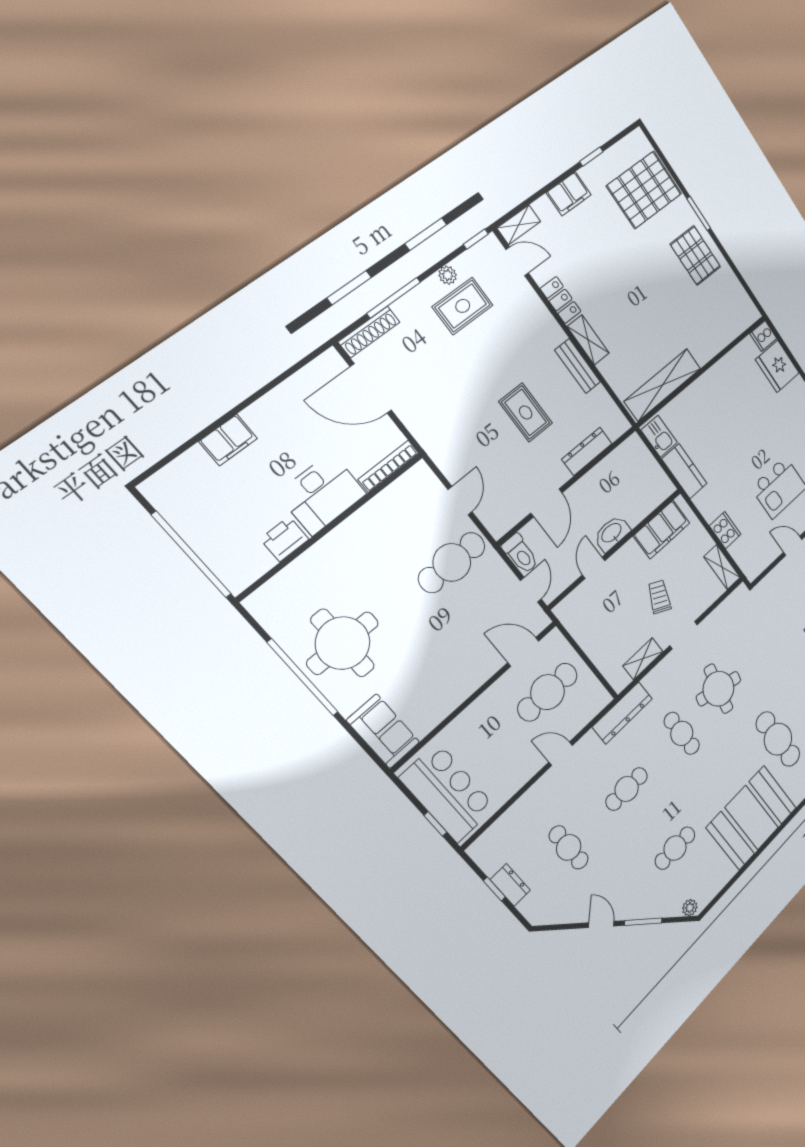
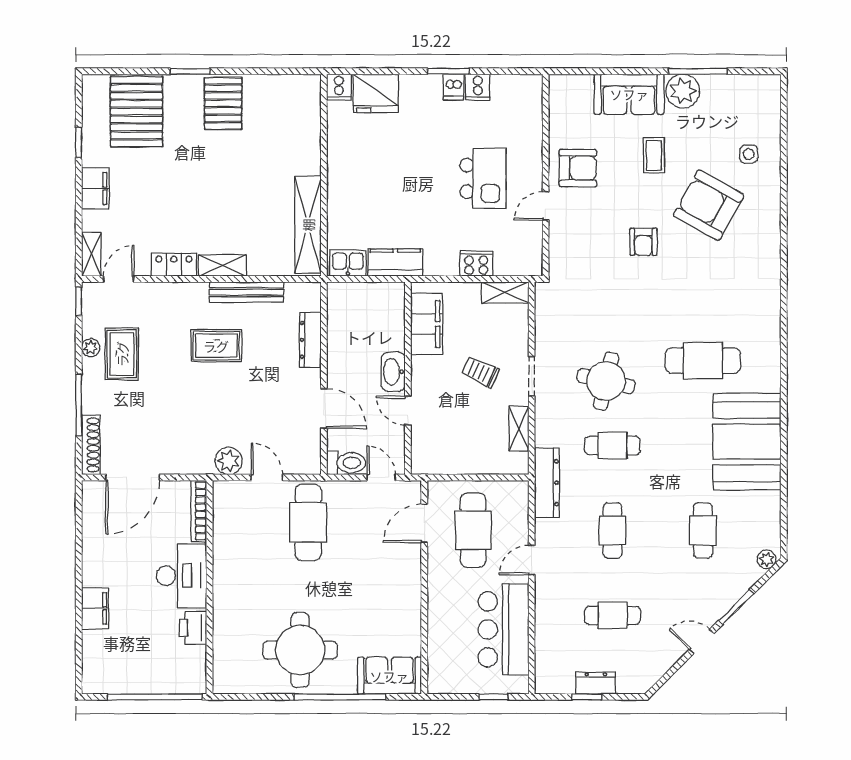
pallet: (695, 256) -> (223, 103), turned 90
bench: (578, 366) -> (246, 292), width x1.36
rug: (526, 412) -> (216, 346), moved
plant: (448, 459) -> (229, 461), added
window: (303, 677) -> (340, 697), moved
bar counter: (448, 793) -> (504, 629), moved, turned -90

